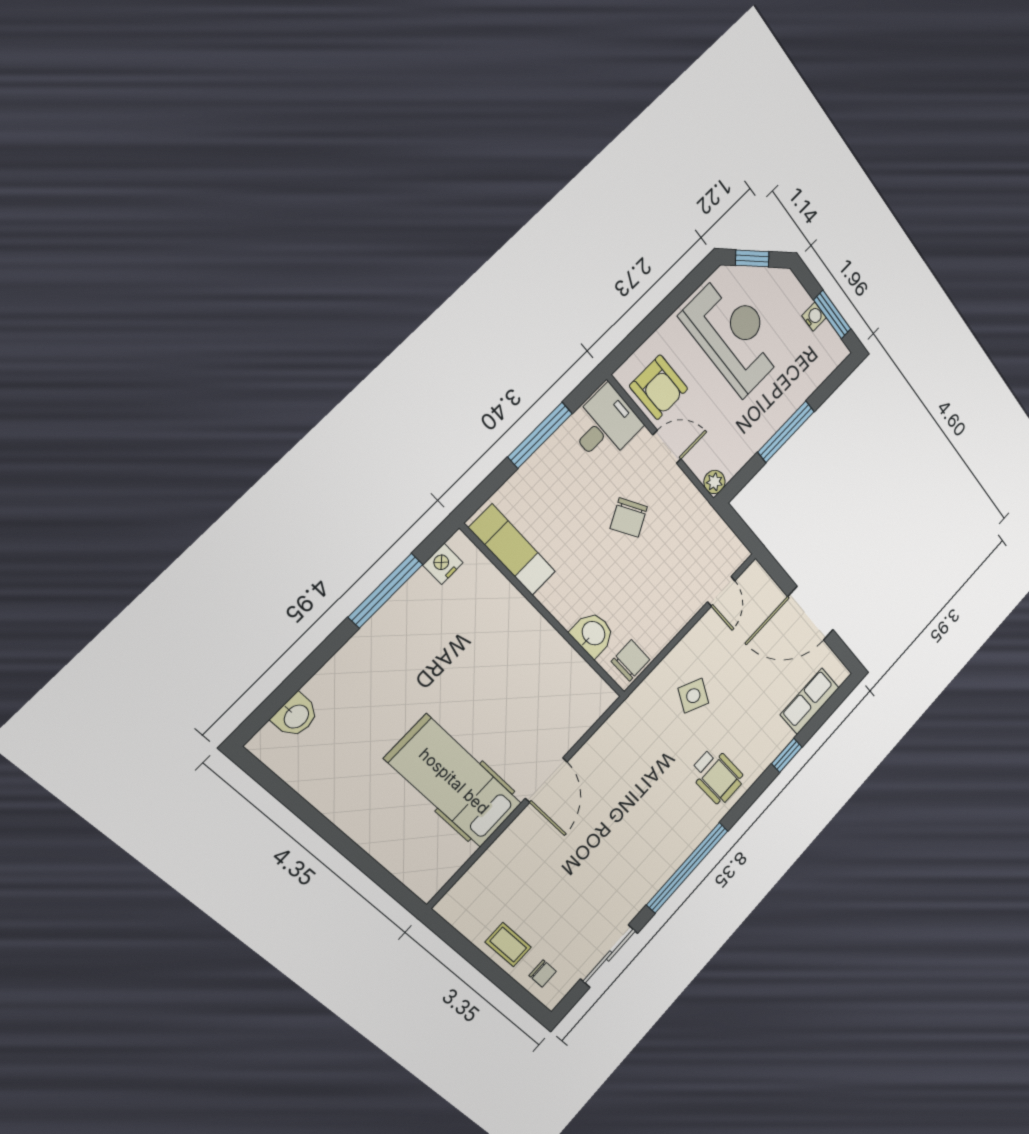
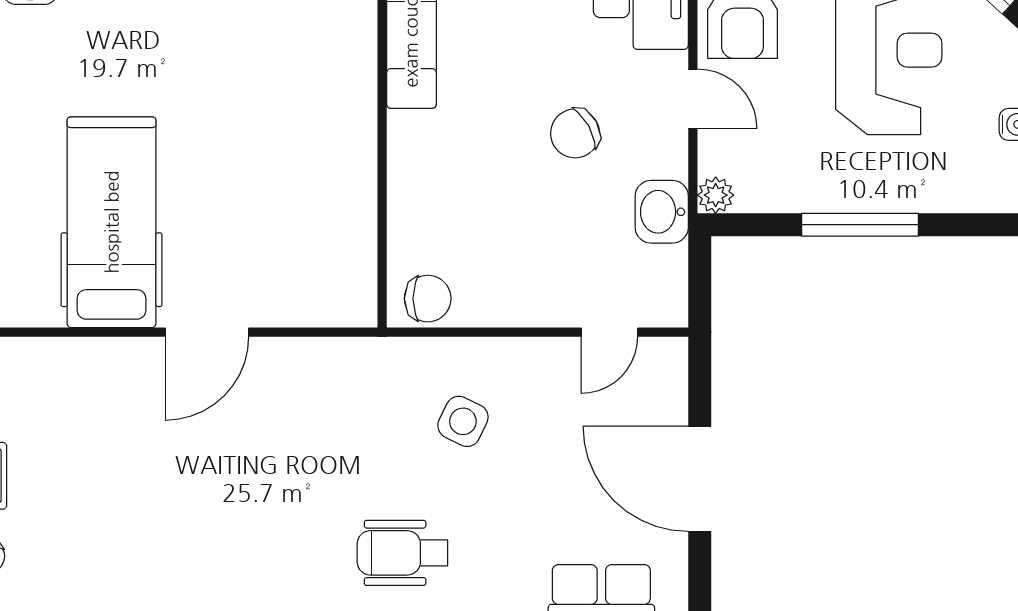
washbasin: (593, 634) -> (662, 212), moved, turned 180
wheelchair: (717, 776) -> (402, 553), turned 90

